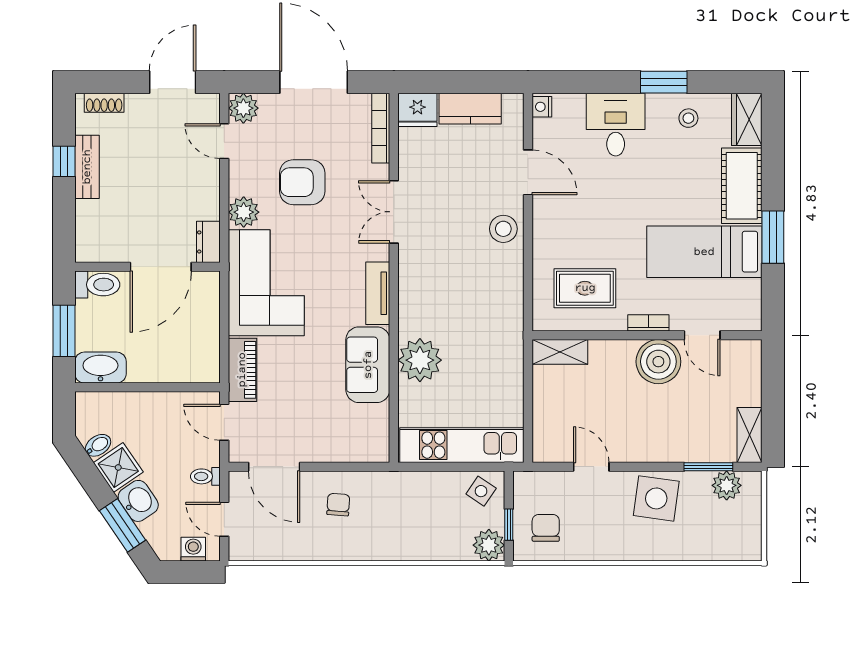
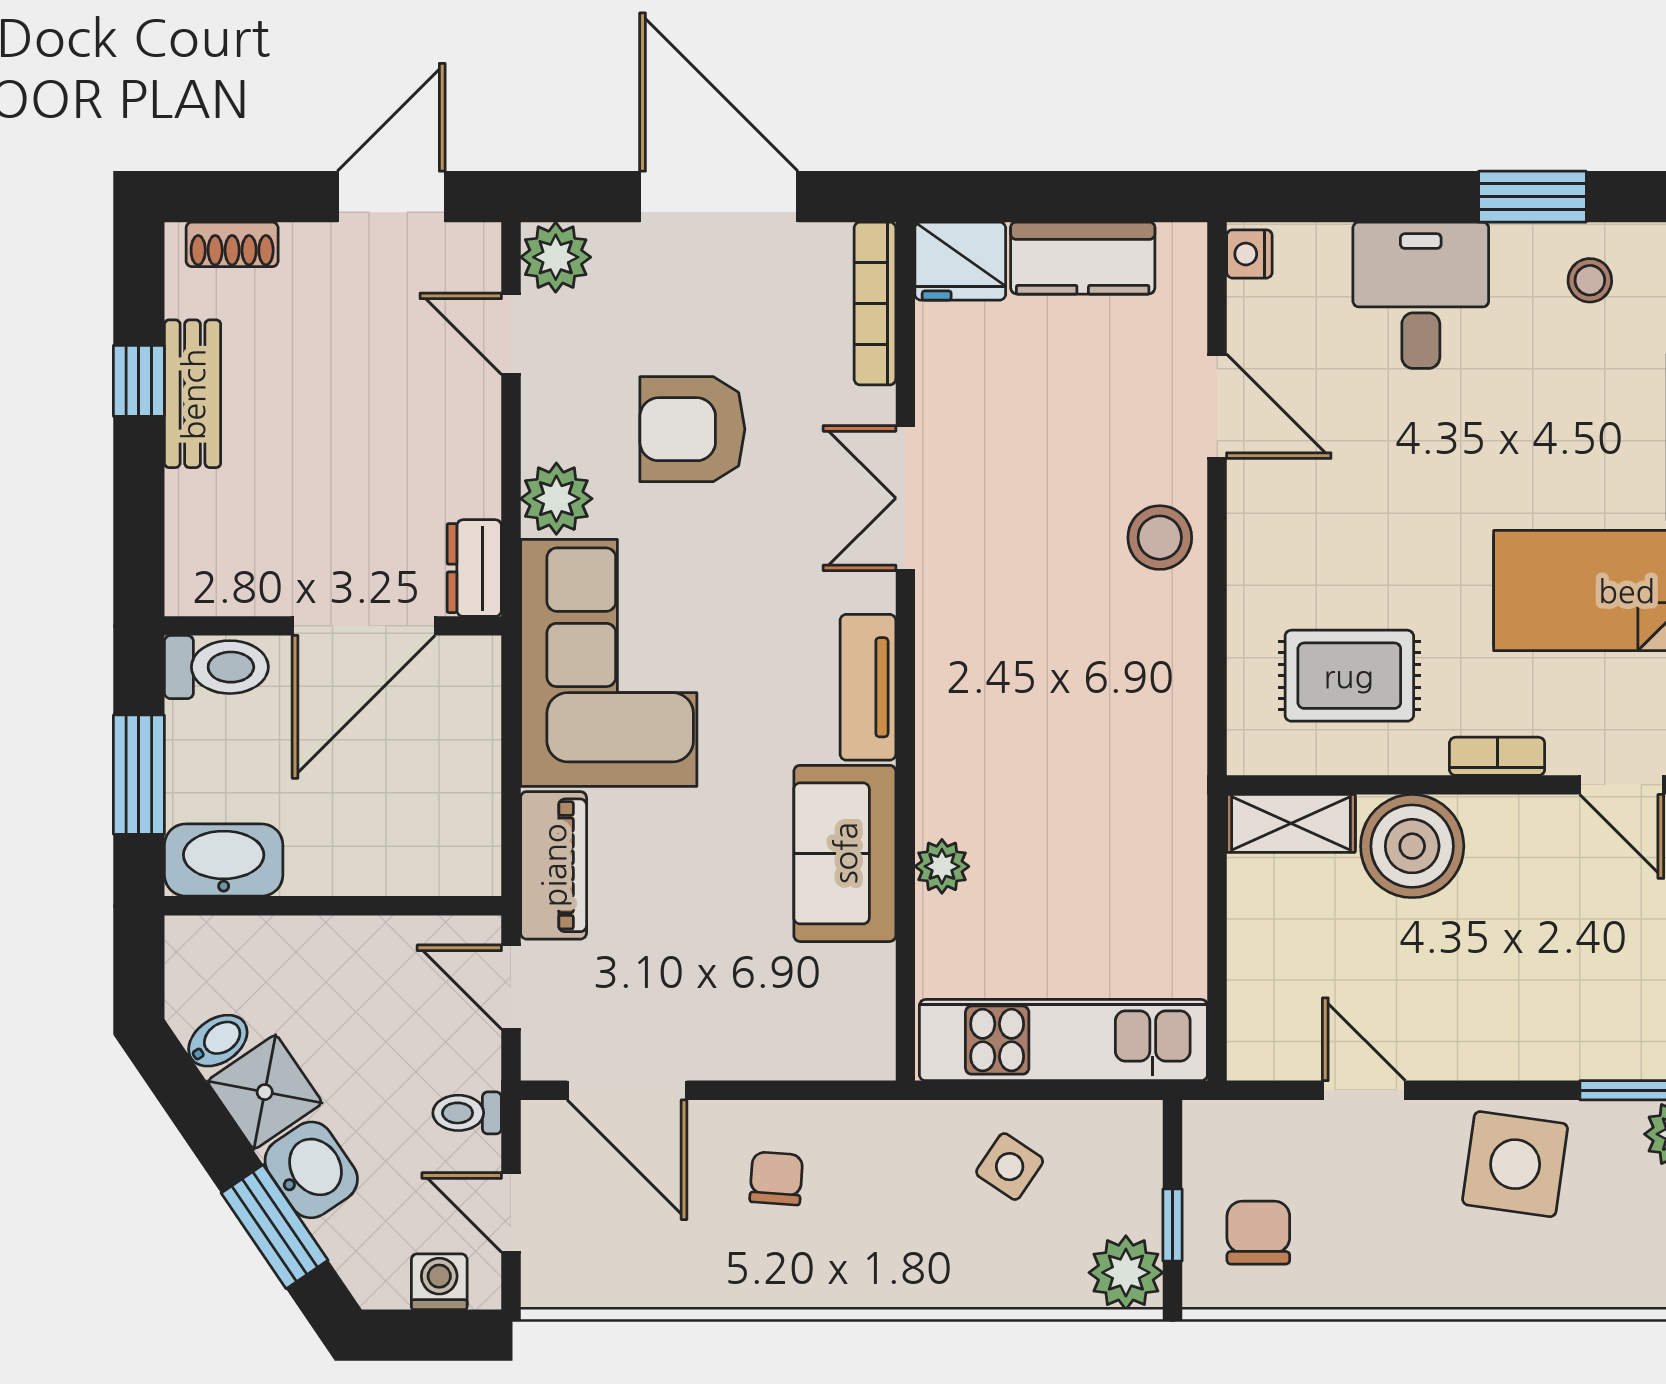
plant: (420, 360) -> (942, 866), width x0.53, depth x0.53
boiler: (658, 362) -> (1412, 846), moved
side table: (481, 491) -> (1010, 1167), moved

